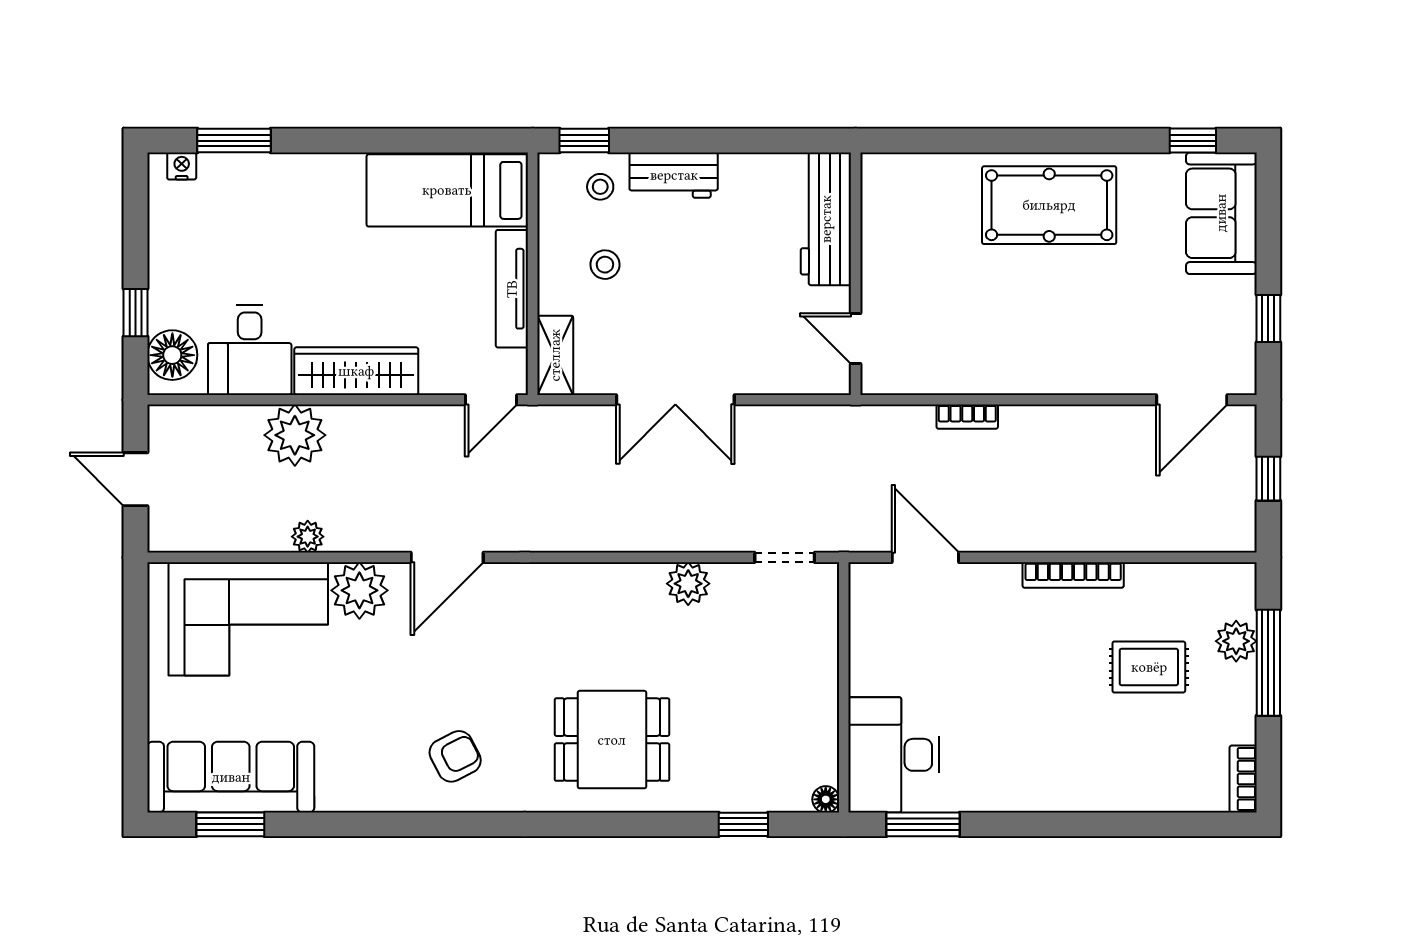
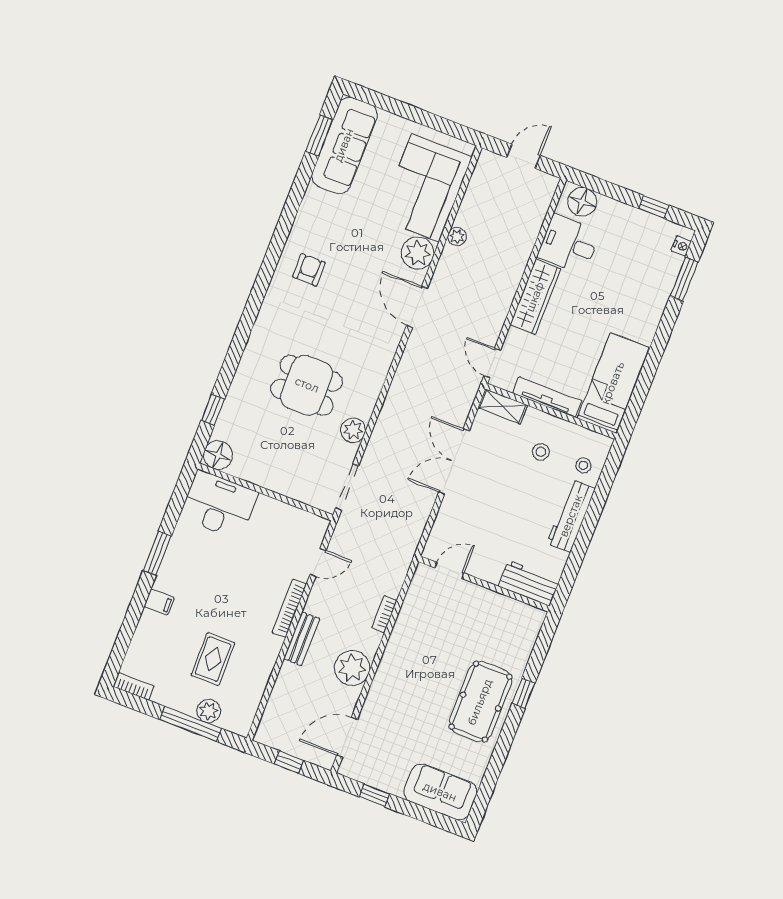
window: (584, 141) -> (611, 466), removed
window: (1193, 141) -> (523, 693), moved
workbench: (674, 175) -> (571, 516), width x1.38
workbench: (826, 219) -> (529, 583), width x0.73
window: (135, 313) -> (654, 207), moved
door: (1192, 400) -> (347, 737), hinge flipped
plant: (295, 435) -> (352, 668), moved
bench: (1060, 536) -> (302, 639), added
doorway: (785, 557) -> (347, 487), width x1.38
door: (925, 557) -> (318, 562), width x0.73
bookcase: (1073, 575) -> (289, 608), moved
dining table: (612, 740) -> (307, 385), moved, turned 90
armchair: (455, 756) -> (309, 270), turned -153
filing cabinet: (1090, 791) -> (159, 602), added
floor lamp: (826, 799) -> (218, 455), width x1.89, depth x1.89
window: (923, 824) -> (157, 553), moved

